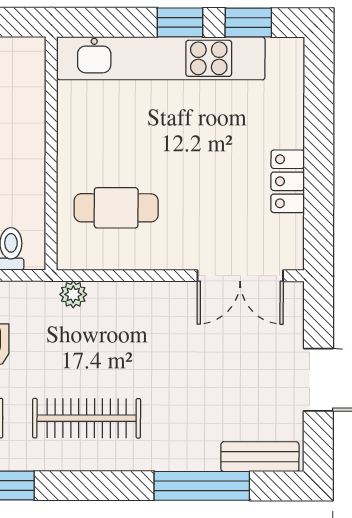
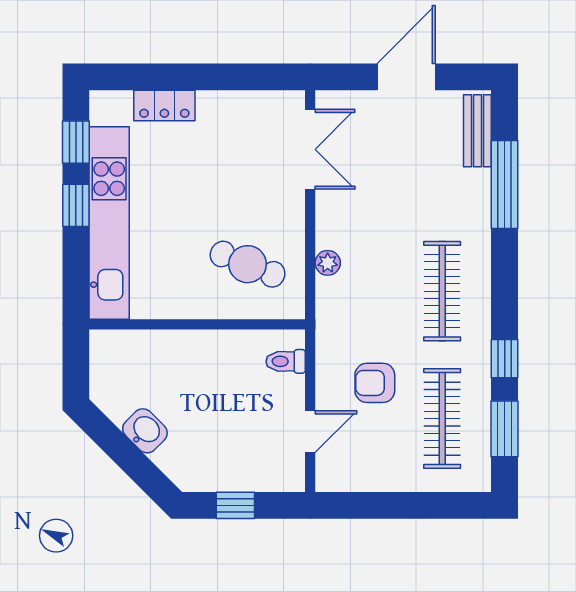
locker: (288, 181) -> (164, 106), moved
cafe table: (116, 208) -> (248, 264), turned -68
plant: (73, 294) -> (328, 263), moved

